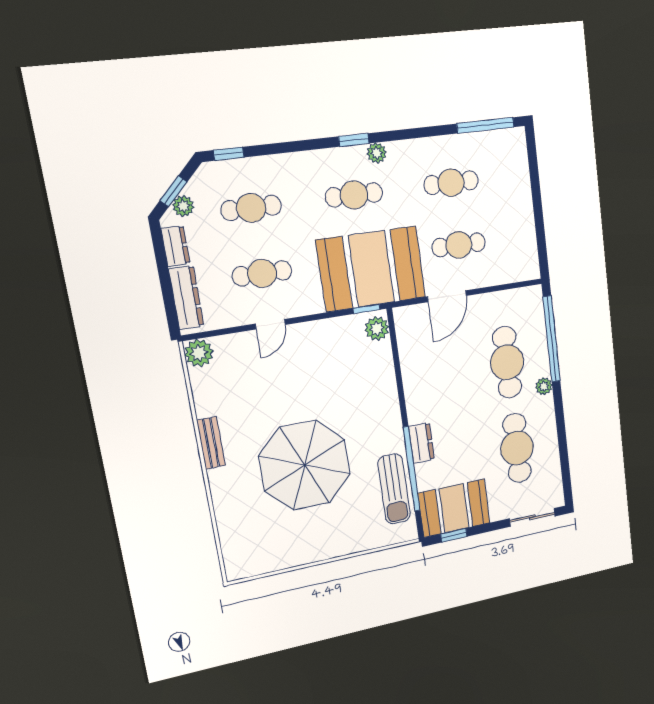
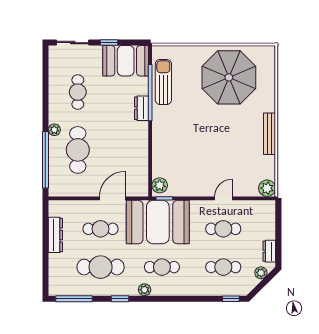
window: (354, 140) -> (120, 299), moved
cafe table: (451, 183) -> (101, 267), width x1.37, depth x1.35
window: (174, 191) -> (265, 282), removed
dresser: (186, 298) -> (55, 235), moved, turned 180
bench: (211, 443) -> (270, 134), width x1.36
cafe table: (517, 448) -> (78, 92), width x0.73, depth x0.74
parasol: (305, 465) -> (229, 77), moved
window: (454, 535) -> (109, 43), moved

